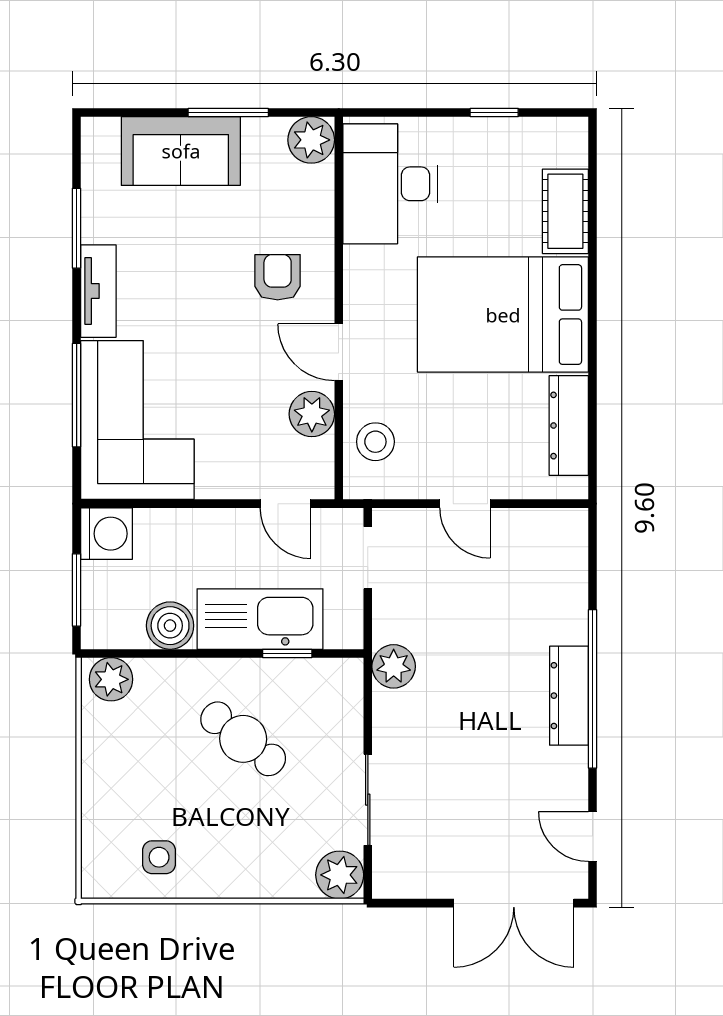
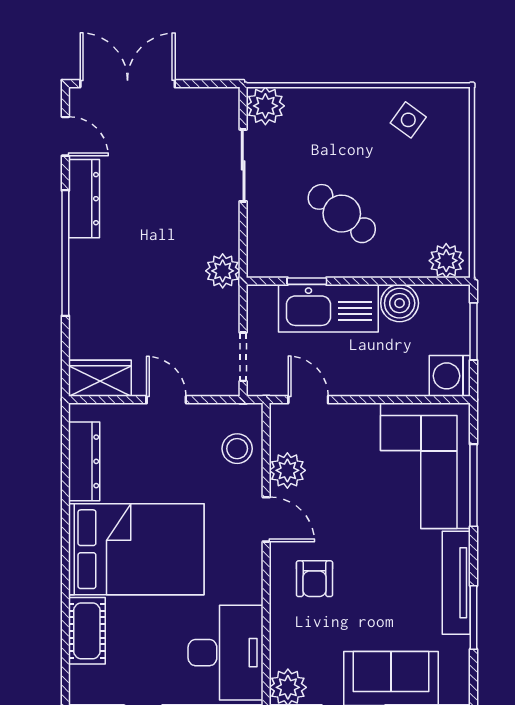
tv unit: (98, 291) -> (456, 583), width x1.41
wardrobe: (549, 531) -> (100, 378), added
dresser: (569, 696) -> (84, 199), moved
side table: (159, 857) -> (408, 120), turned 36

